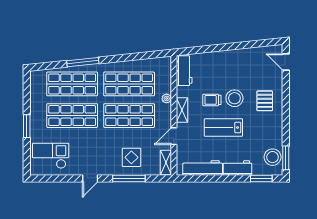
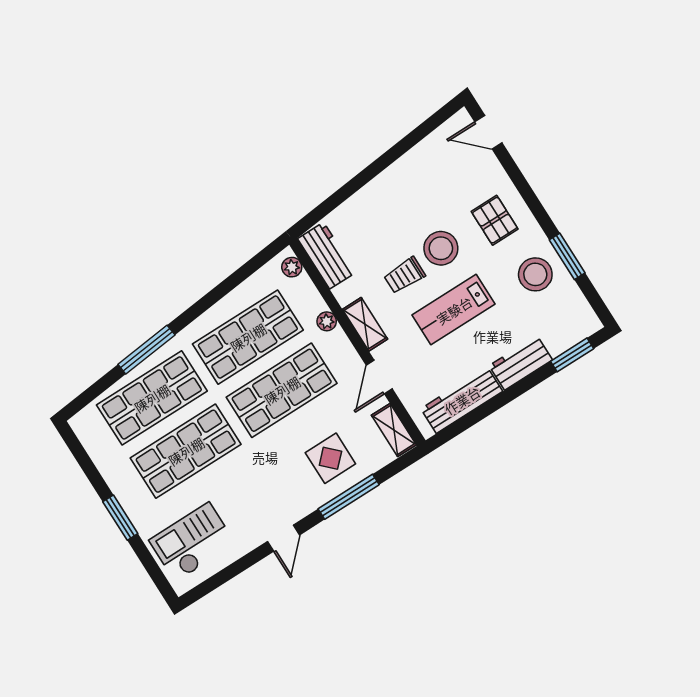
plant: (166, 66) -> (292, 267), added
stool: (273, 157) -> (535, 274), moved
window: (286, 158) -> (567, 256), moved

